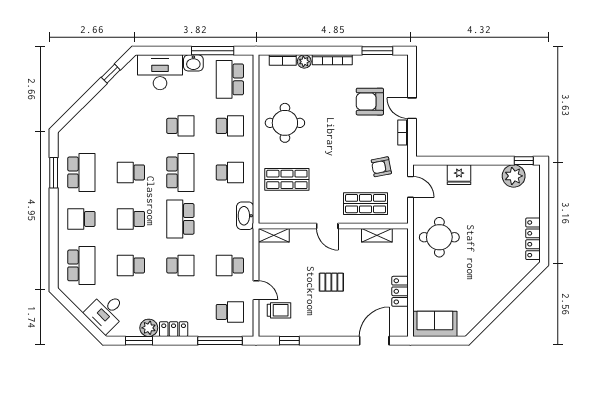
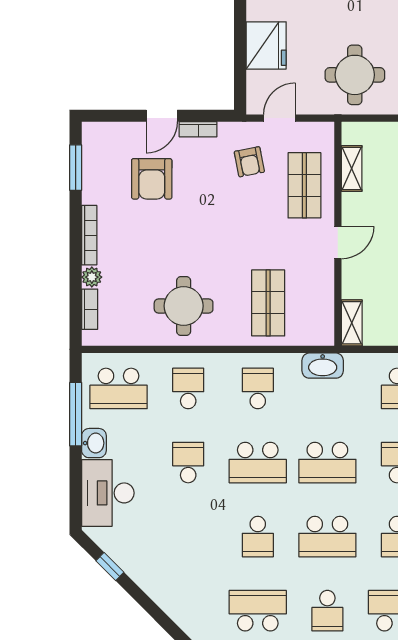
school desk: (180, 172) -> (258, 463), turned 180
fridge: (459, 175) -> (266, 45), width x1.36, depth x1.34
school desk: (131, 219) -> (327, 537), width x1.85

